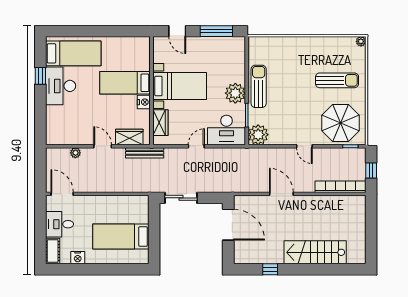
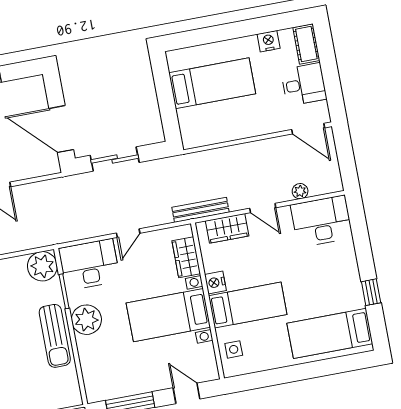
side table: (140, 55) -> (234, 349), added
desk: (61, 86) -> (322, 221), moved, turned -90
sliding door: (181, 198) -> (115, 159), moved

